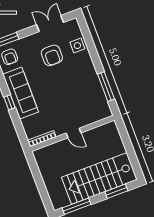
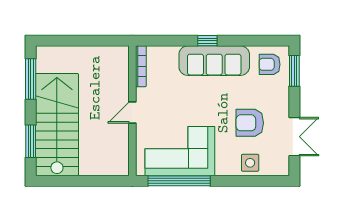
window: (106, 87) -> (179, 181), width x1.46
corner sofa: (87, 93) -> (180, 151), added

